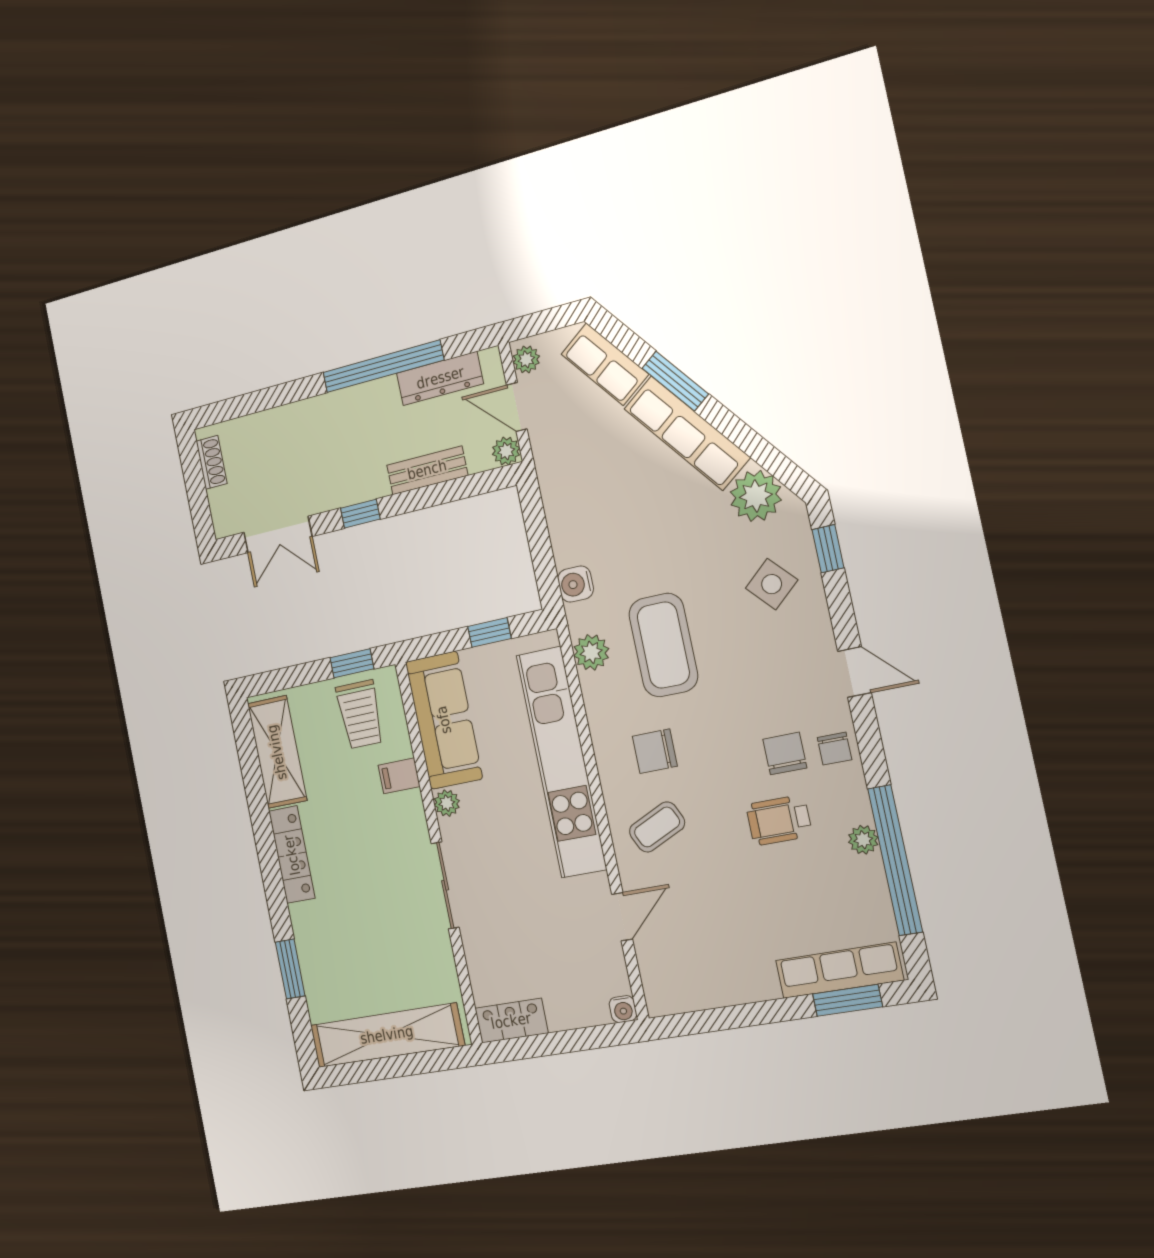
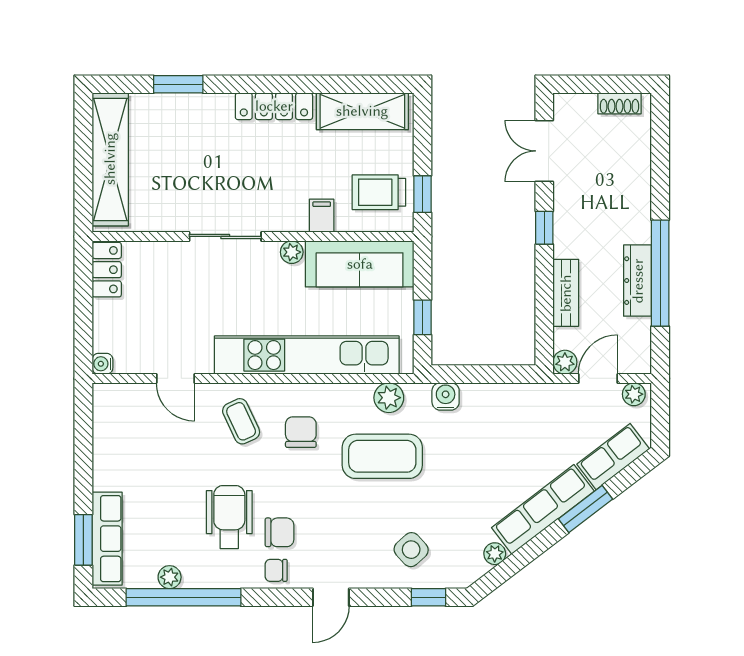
dresser: (440, 378) -> (638, 281), moved
plant: (756, 496) -> (495, 554), width x0.53, depth x0.53
wheelchair: (779, 820) -> (229, 517), width x1.36, depth x1.37
plant: (863, 840) -> (170, 577), moved

